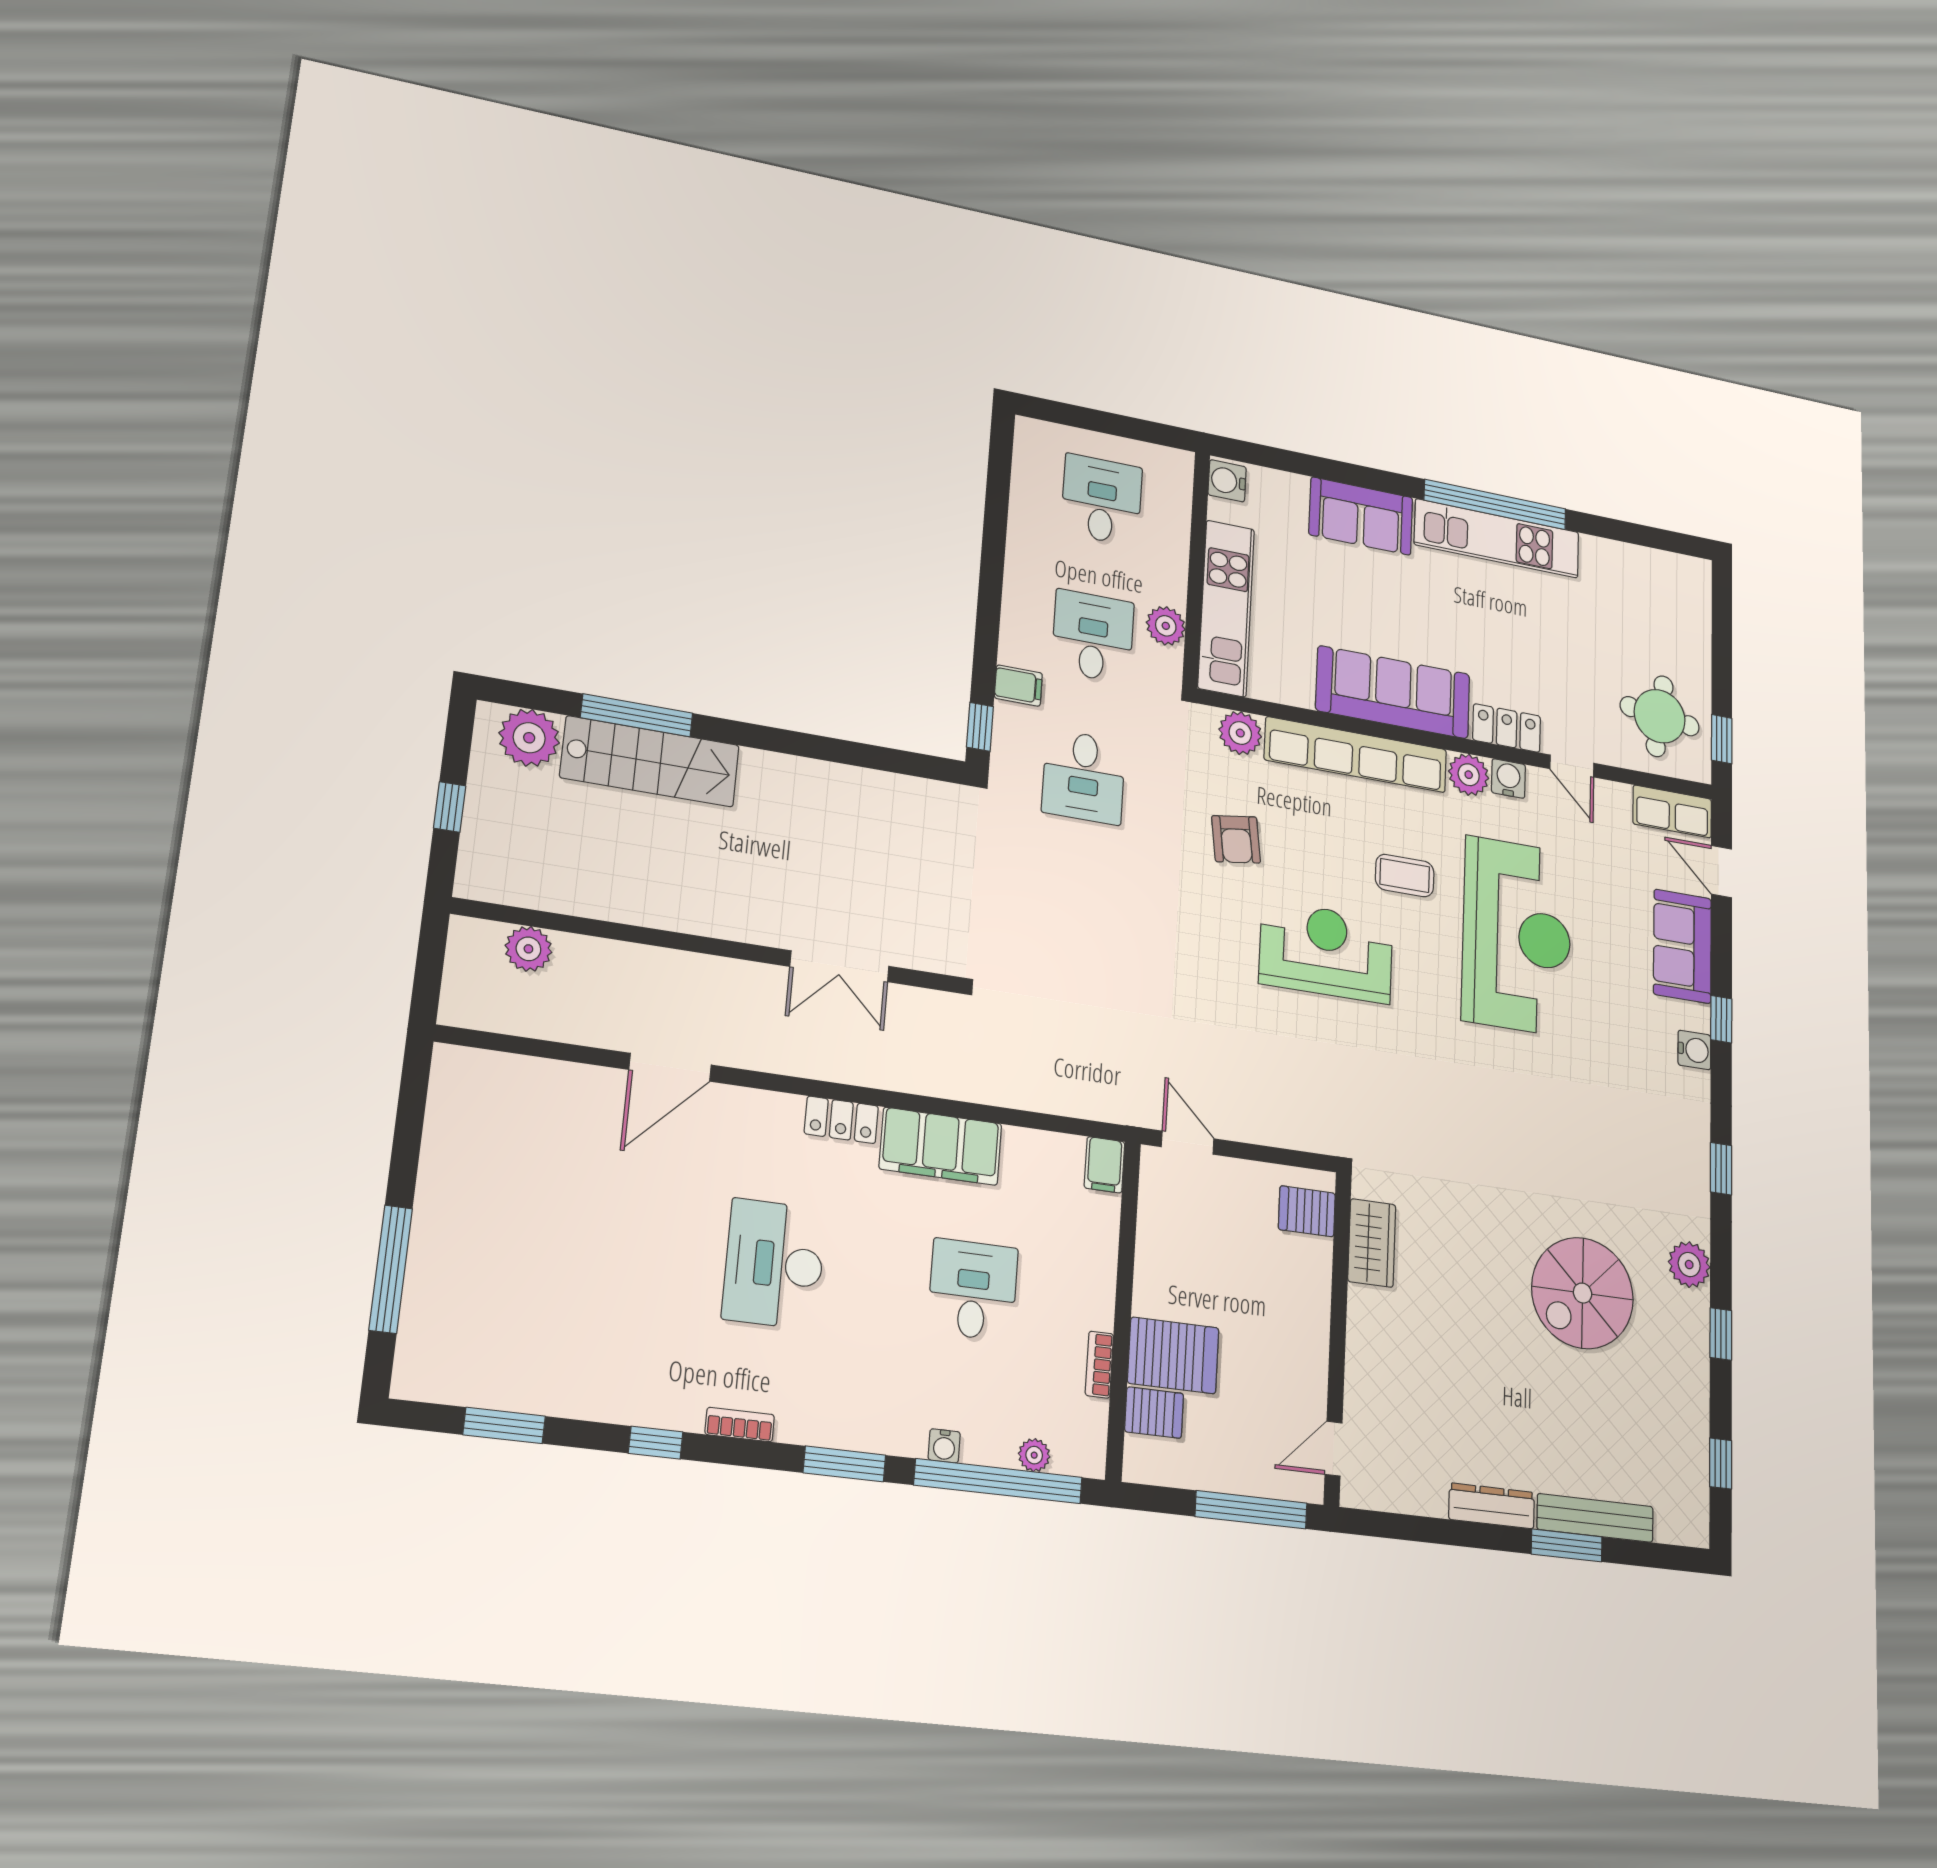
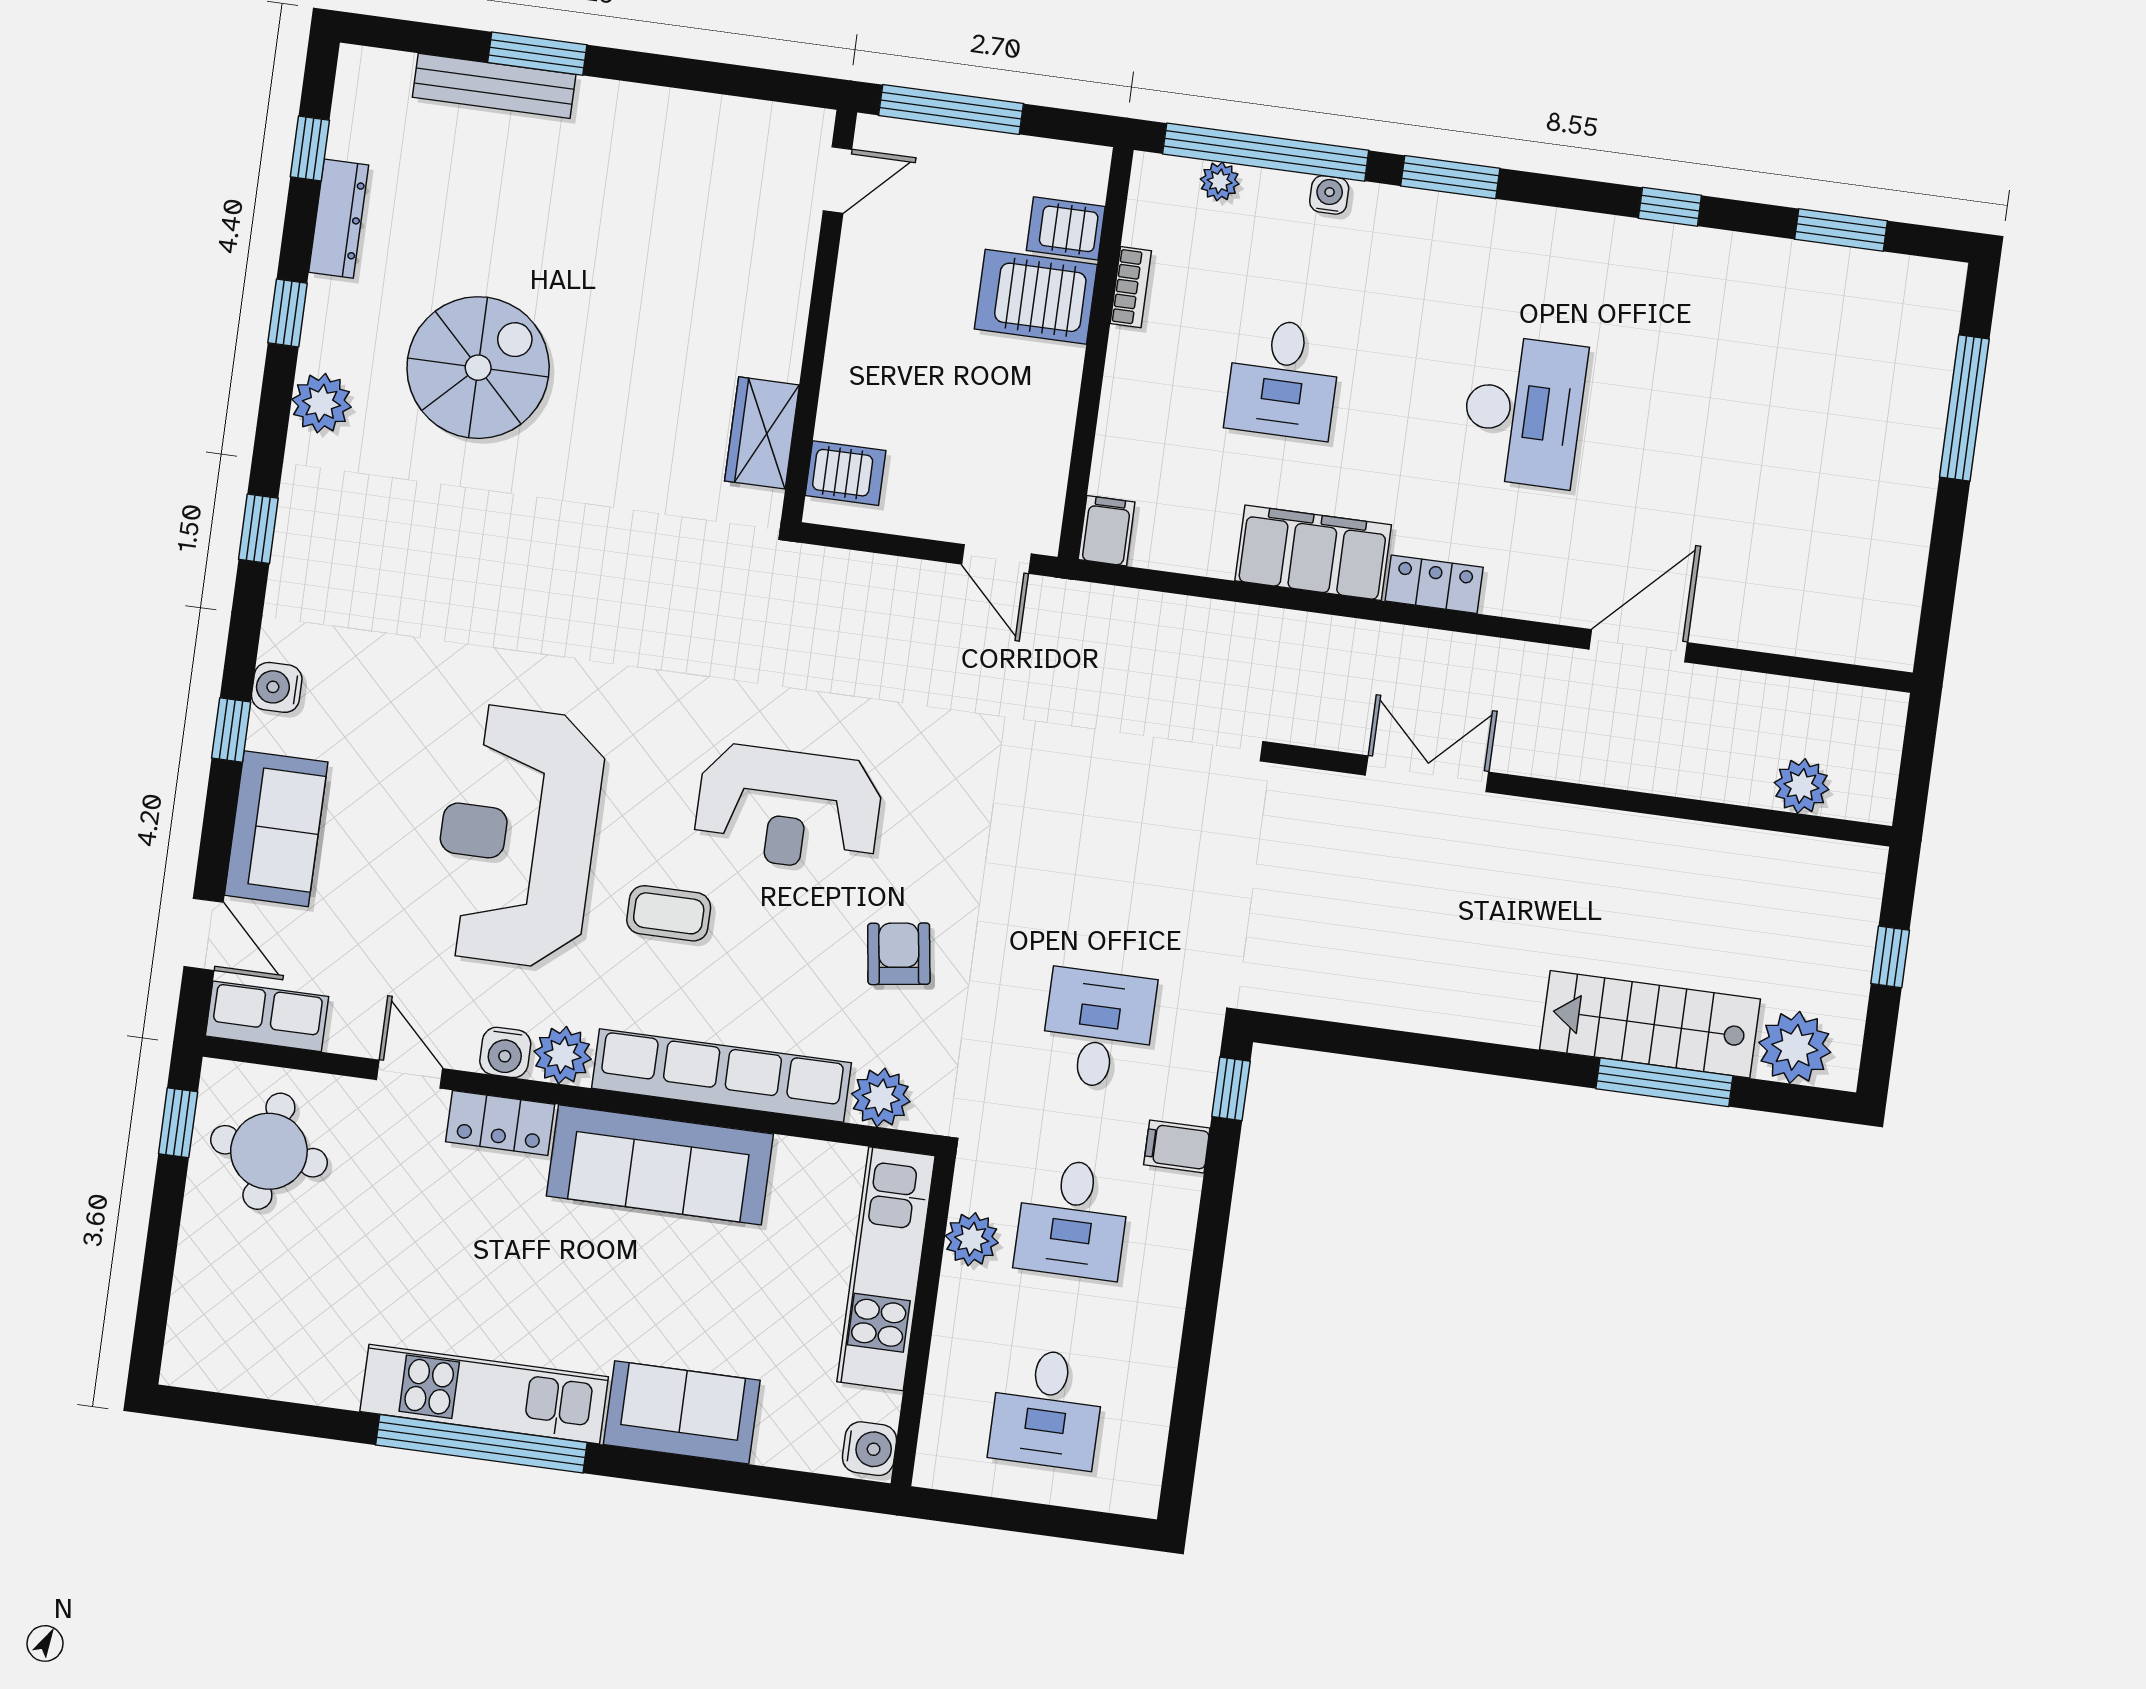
bookcase: (740, 1425) -> (1572, 225), removed
dresser: (1492, 1506) -> (339, 219), moved, turned -90

